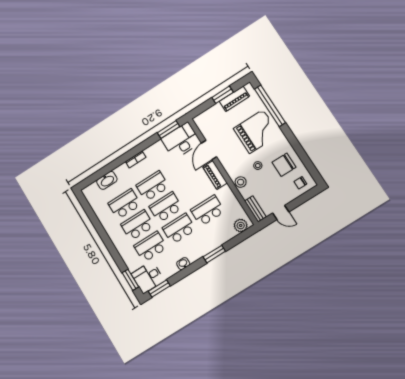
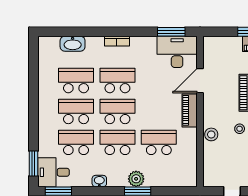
bench: (255, 209) -> (209, 172), removed
plant: (241, 225) -> (136, 179), moved

